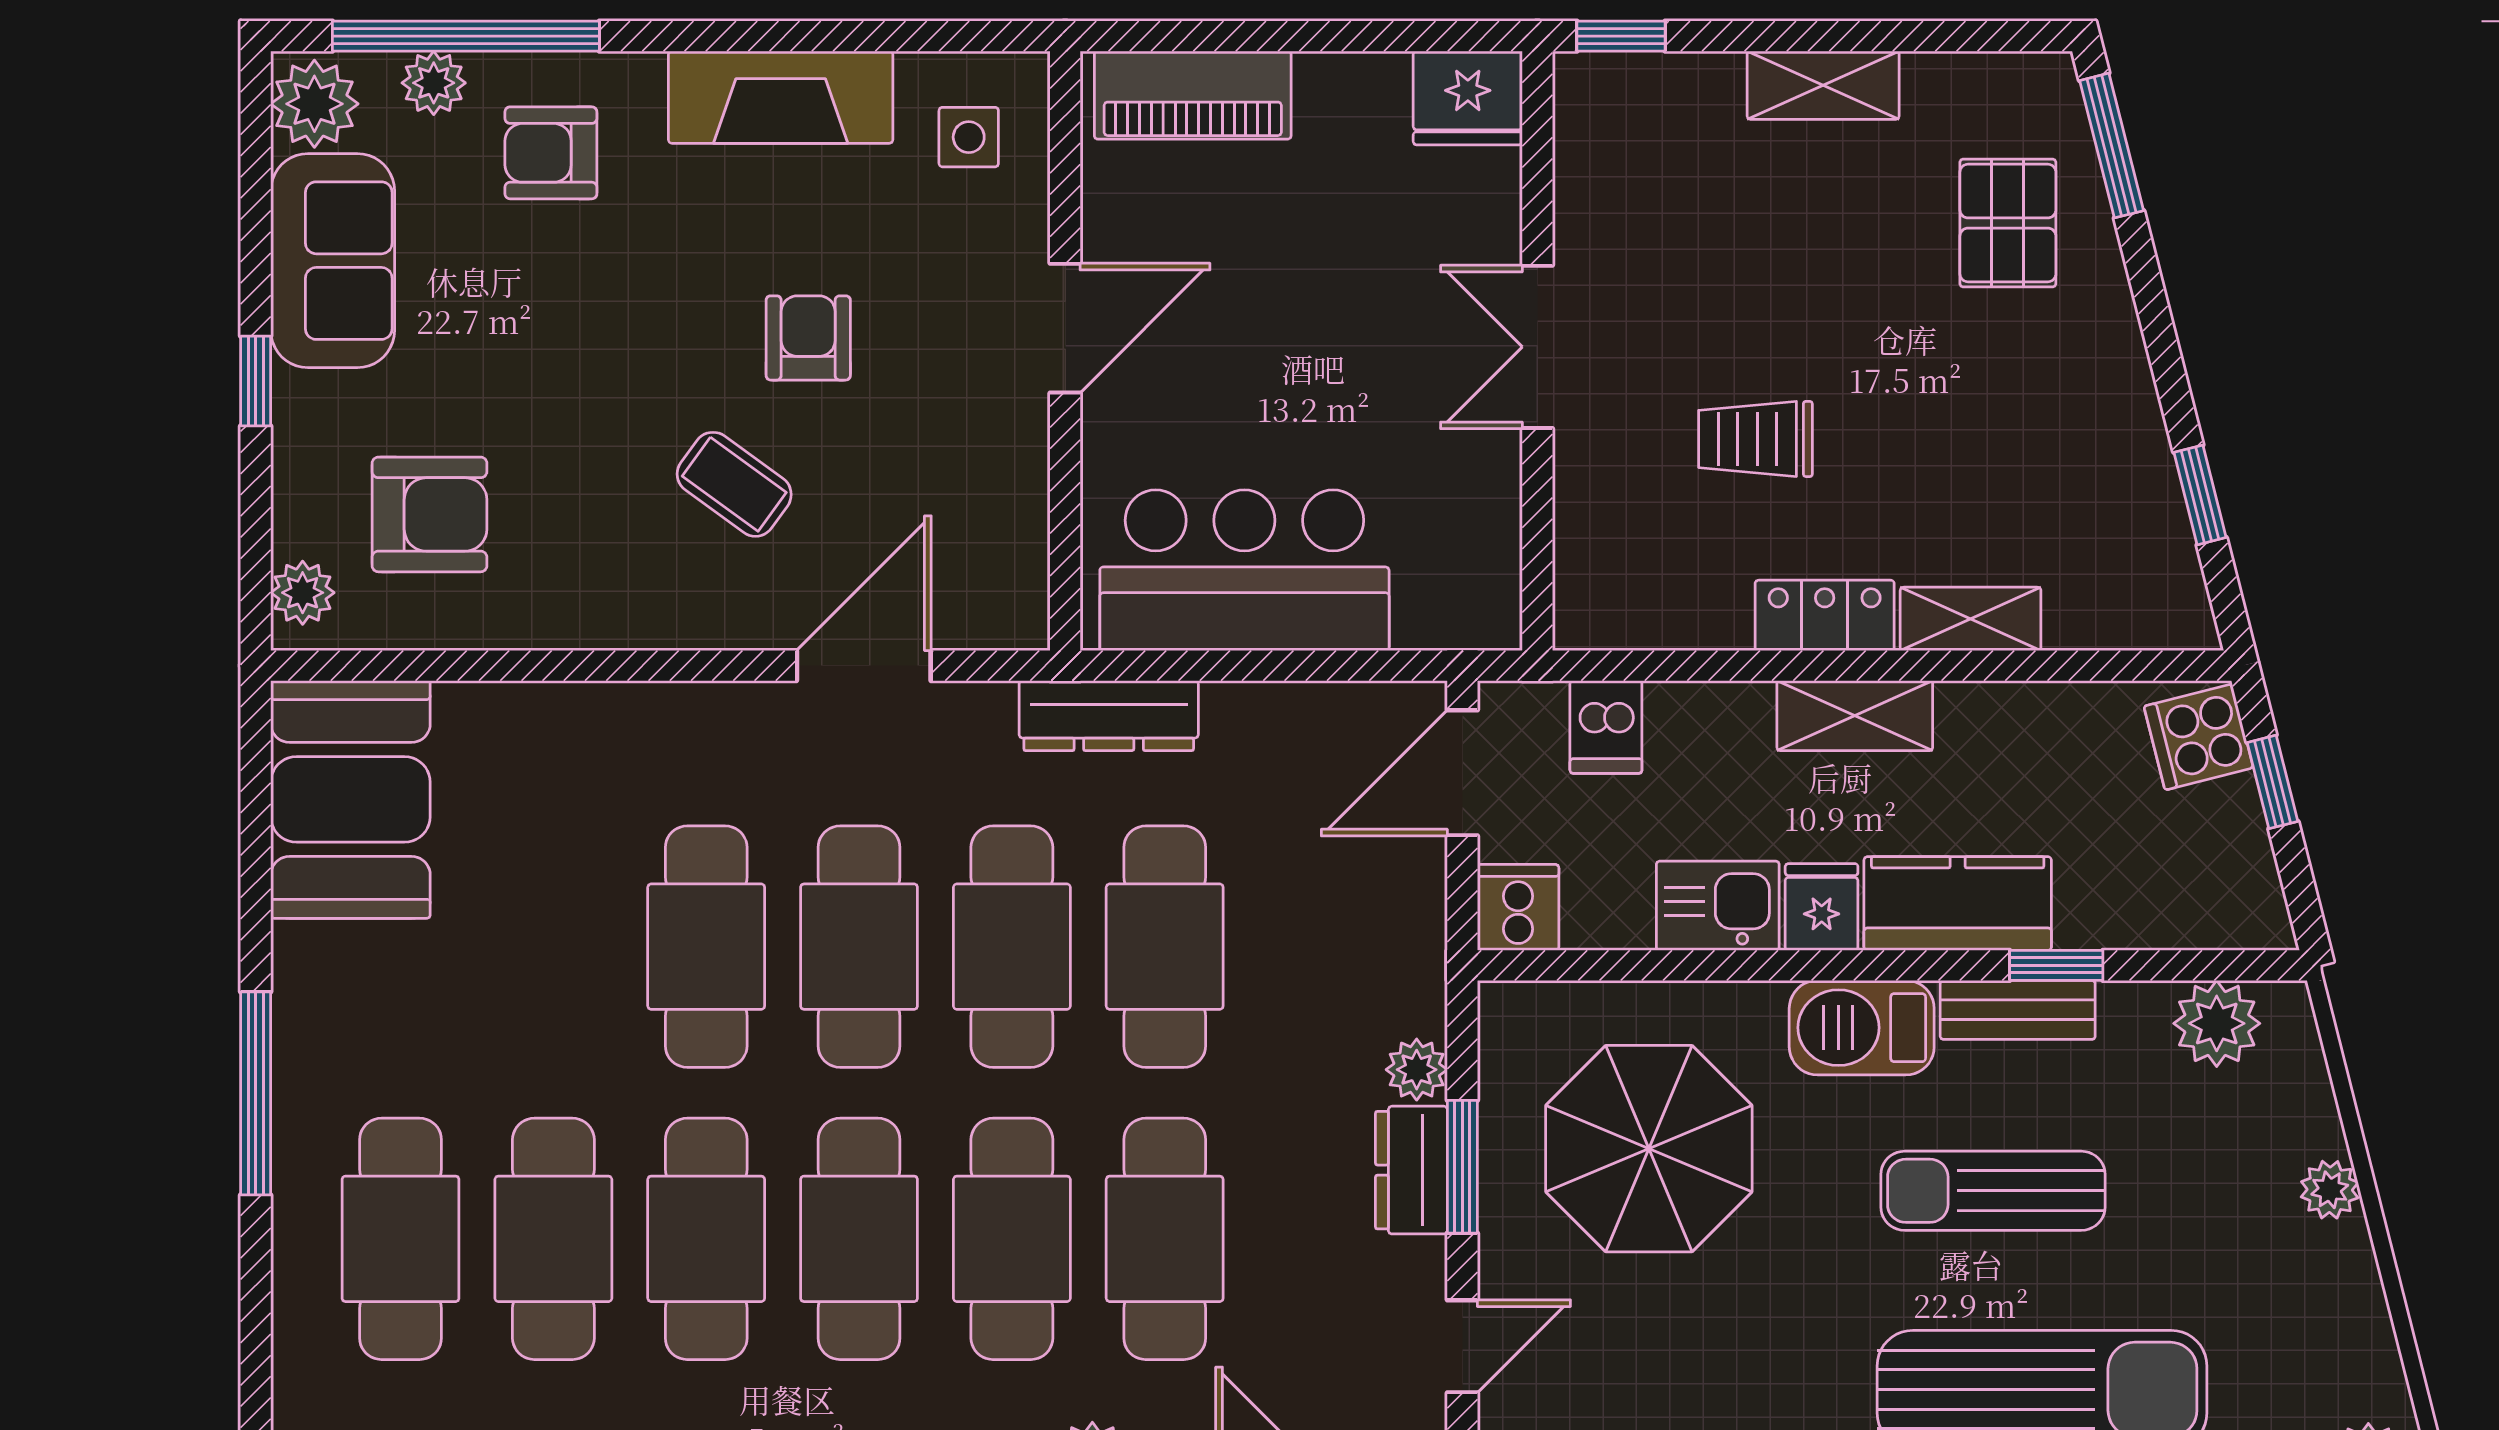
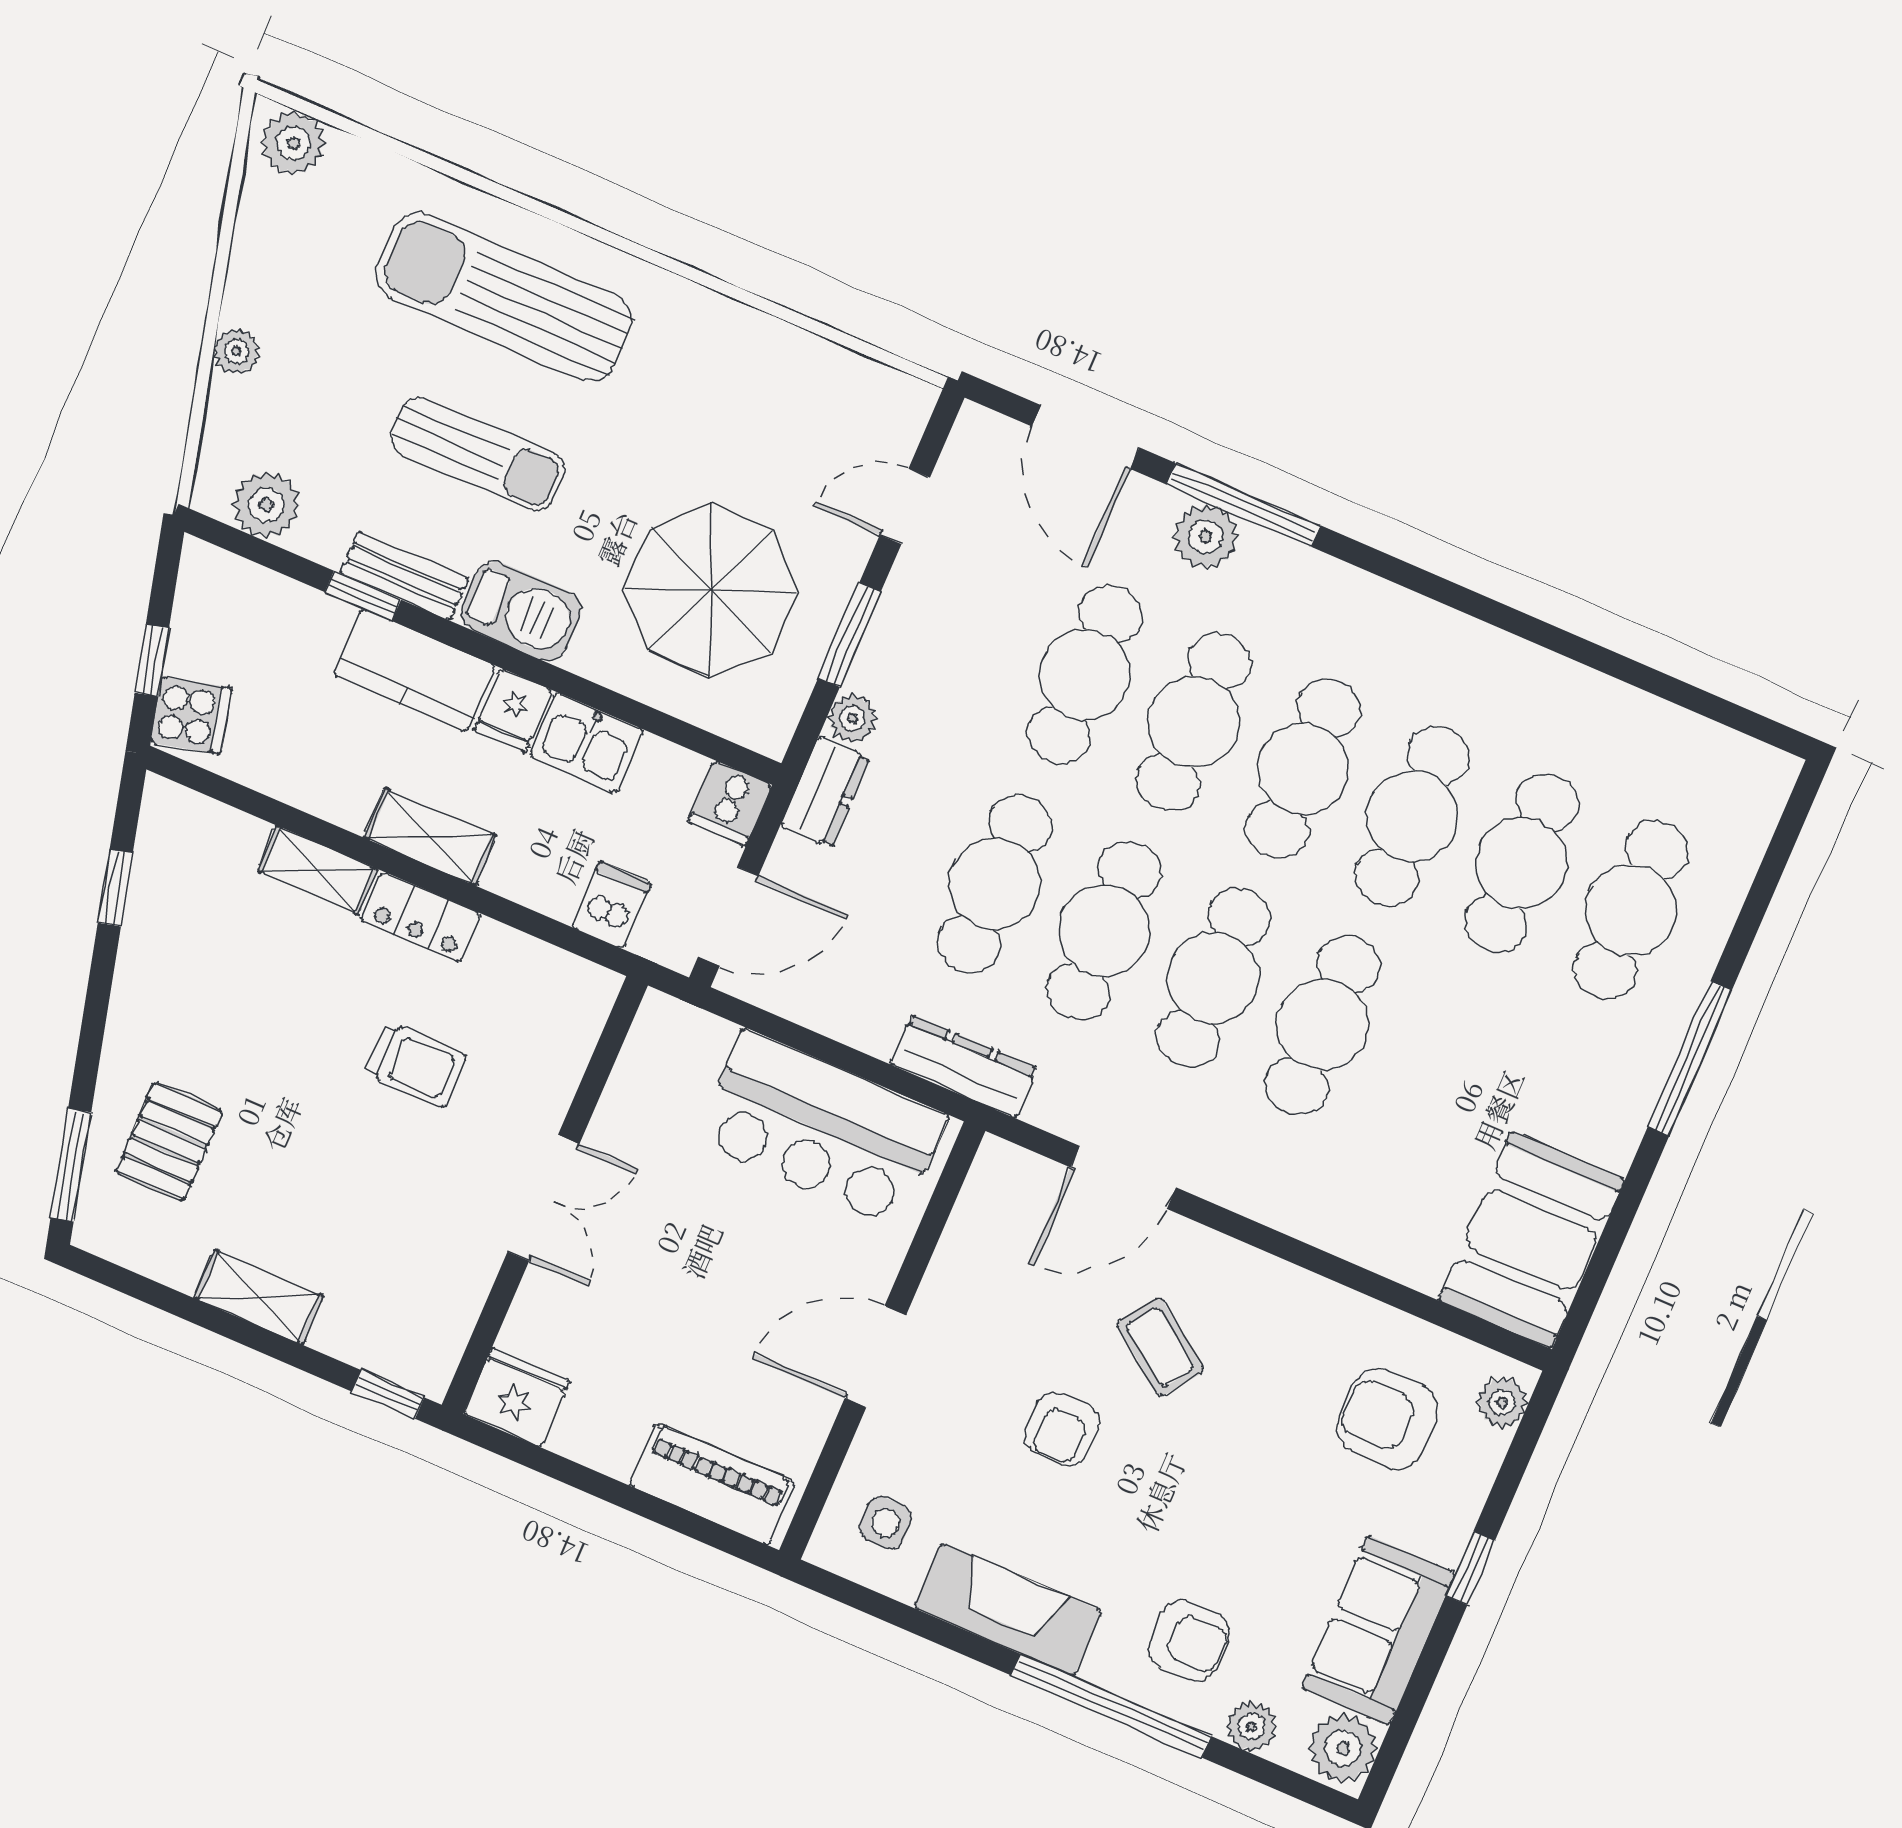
window: (466, 36) -> (1111, 1706), moved
dresser: (1411, 1170) -> (825, 792), moved

